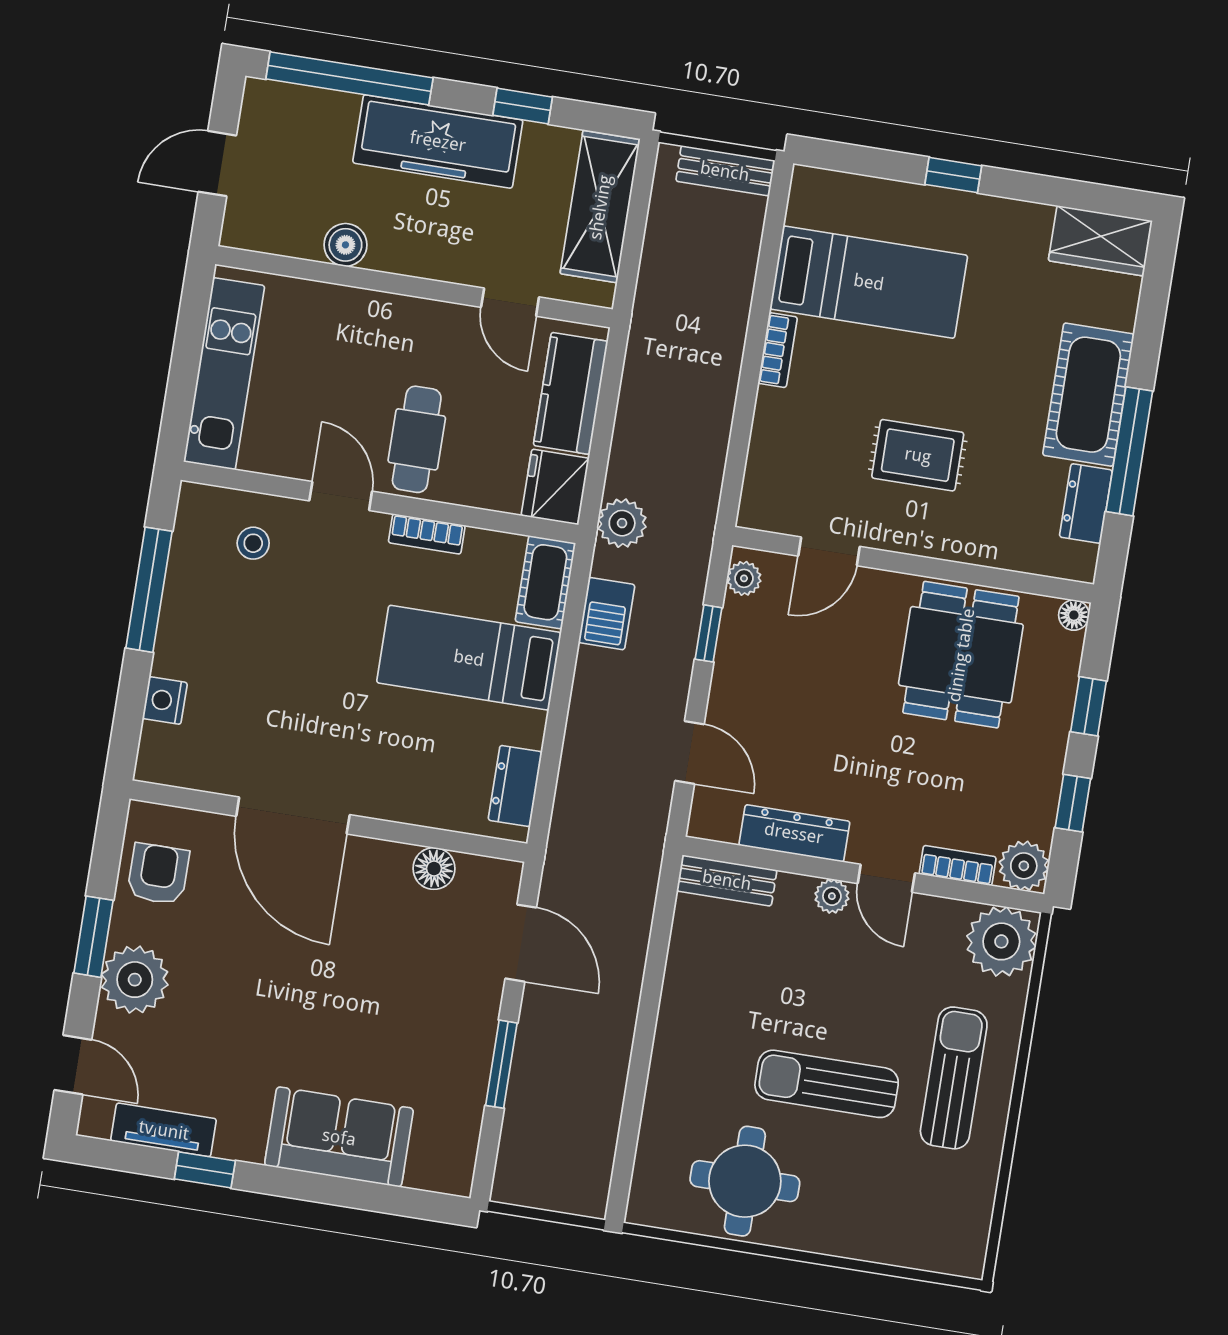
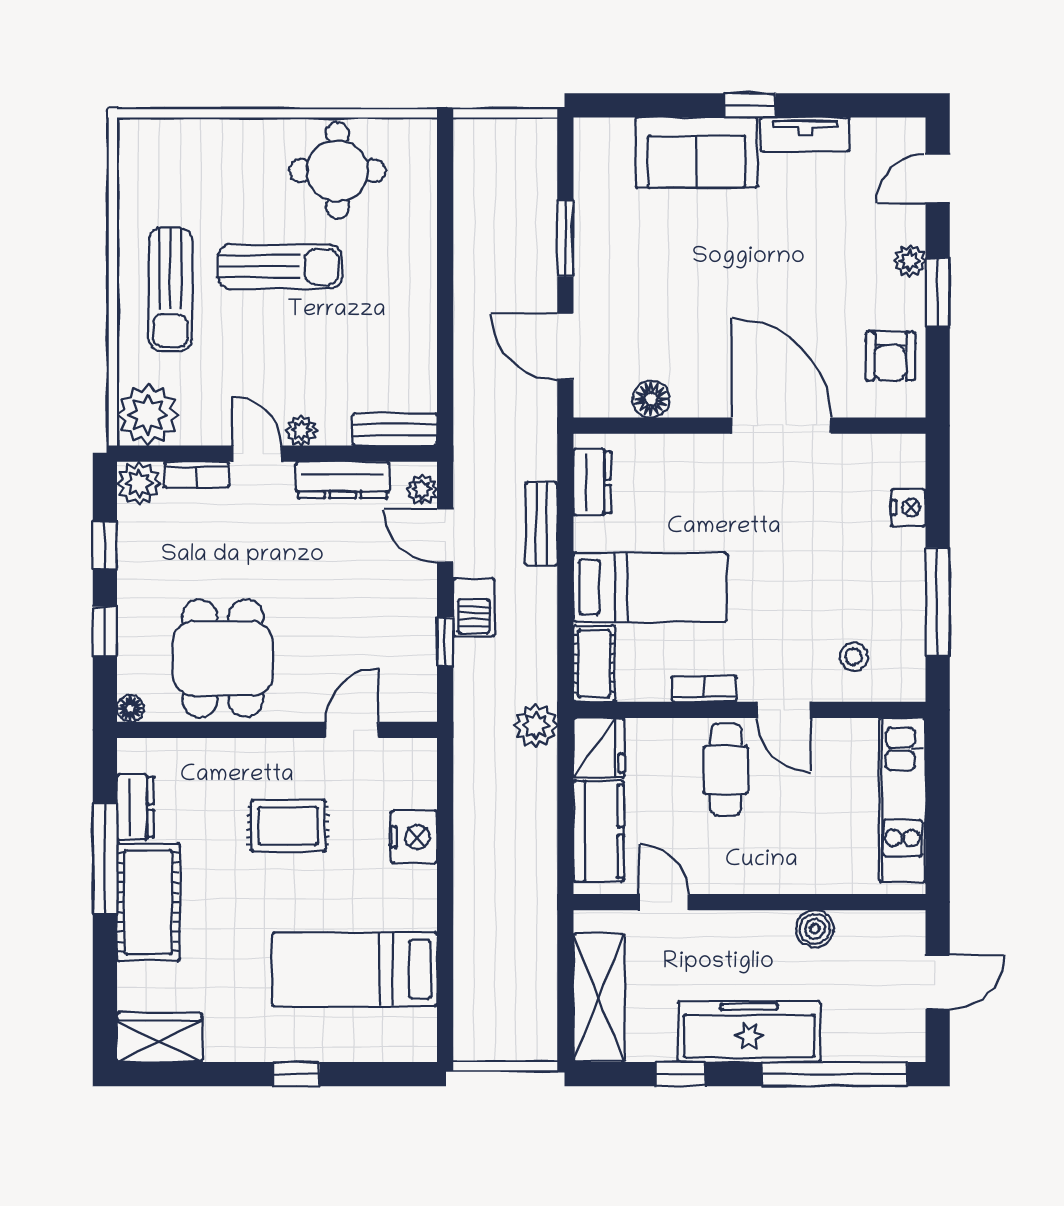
bench: (725, 171) -> (541, 524), moved, turned 90
bookcase: (778, 350) -> (425, 898), removed
nightstand: (779, 420) -> (414, 837), added
plant: (744, 578) -> (422, 489), moved
barbecue: (607, 614) -> (474, 608), moved, turned 180
plant: (135, 980) -> (910, 261), width x0.53, depth x0.53
door: (73, 1065) -> (938, 178), hinge flipped
tv unit: (164, 1130) -> (805, 134), moved
window: (205, 1170) -> (750, 105), moved

